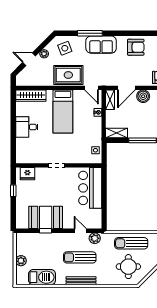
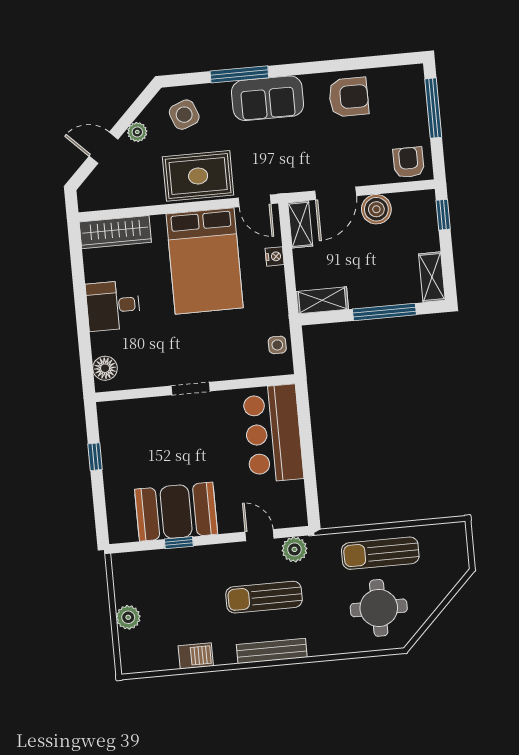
bed: (63, 112) -> (205, 261), width x1.50
floor lamp: (21, 153) -> (105, 368), added
fridge: (27, 174) -> (124, 414), removed
barbecue: (42, 277) -> (196, 656), width x0.53, depth x0.65

